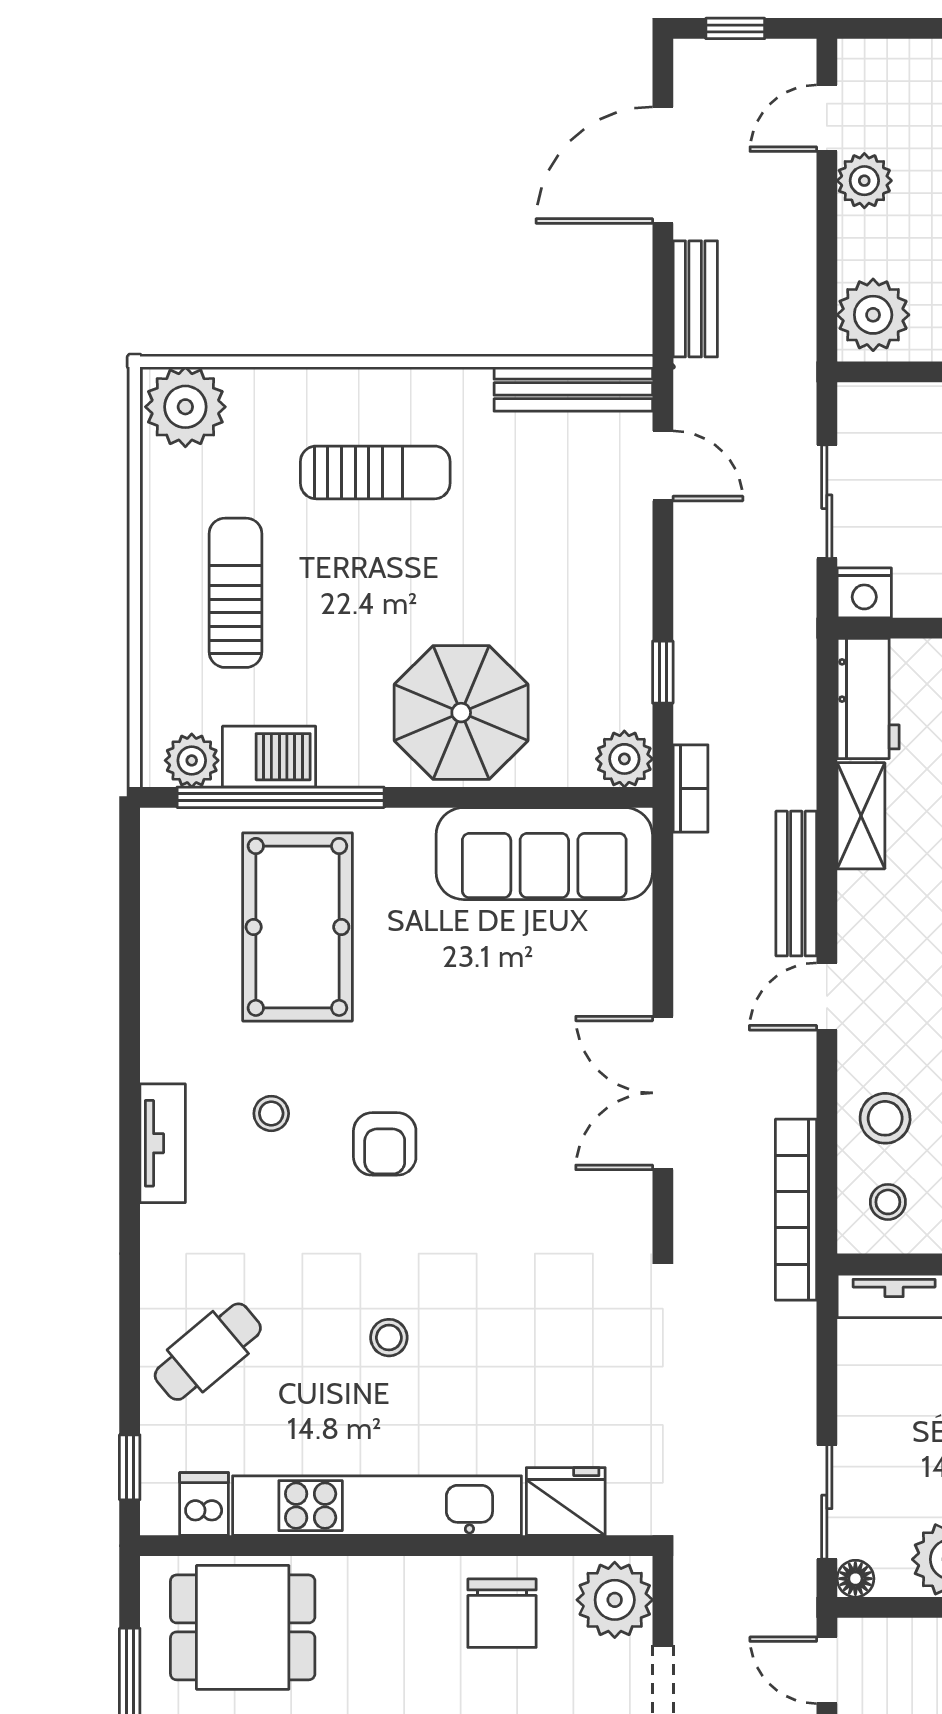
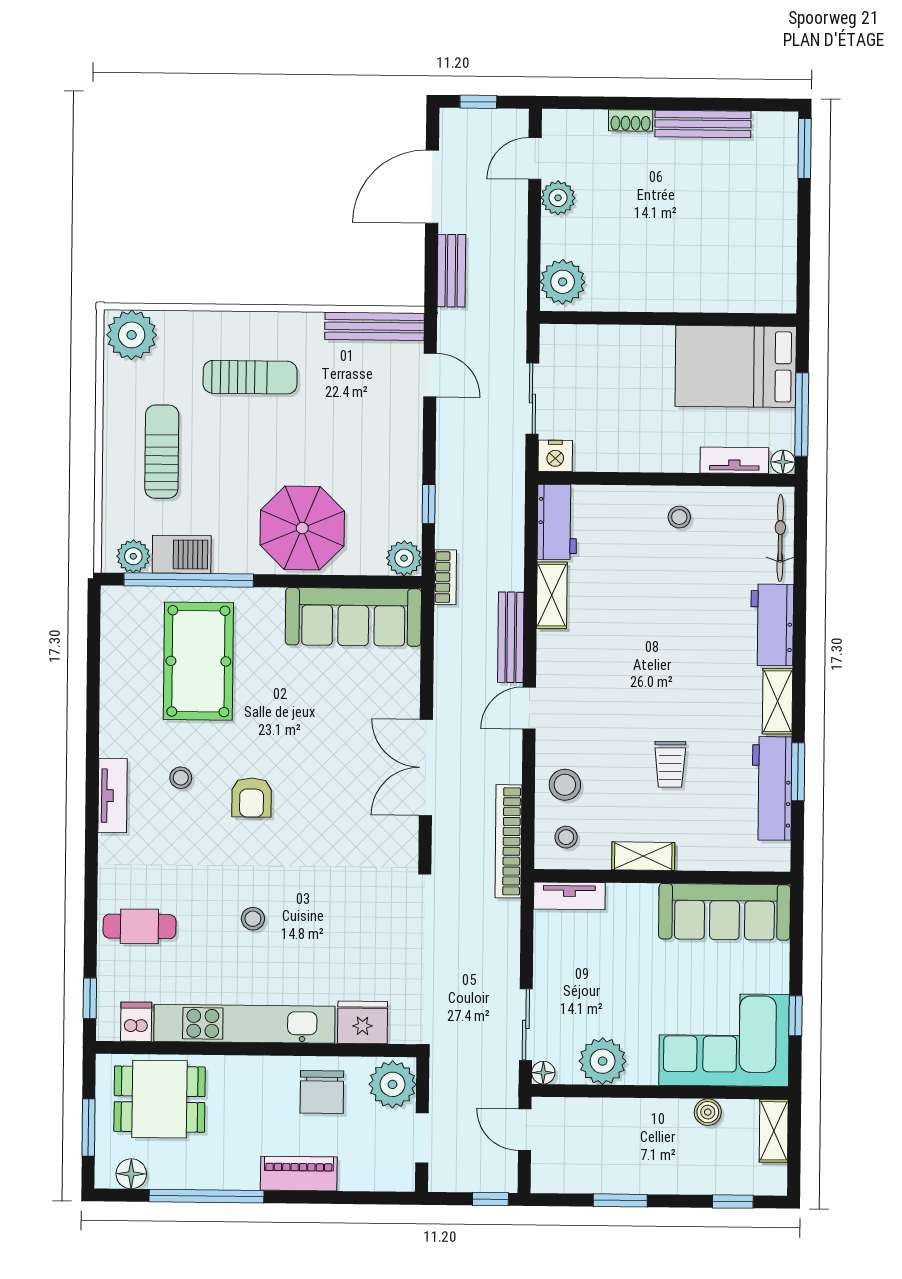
cafe table: (208, 1352) -> (139, 926), turned 40

